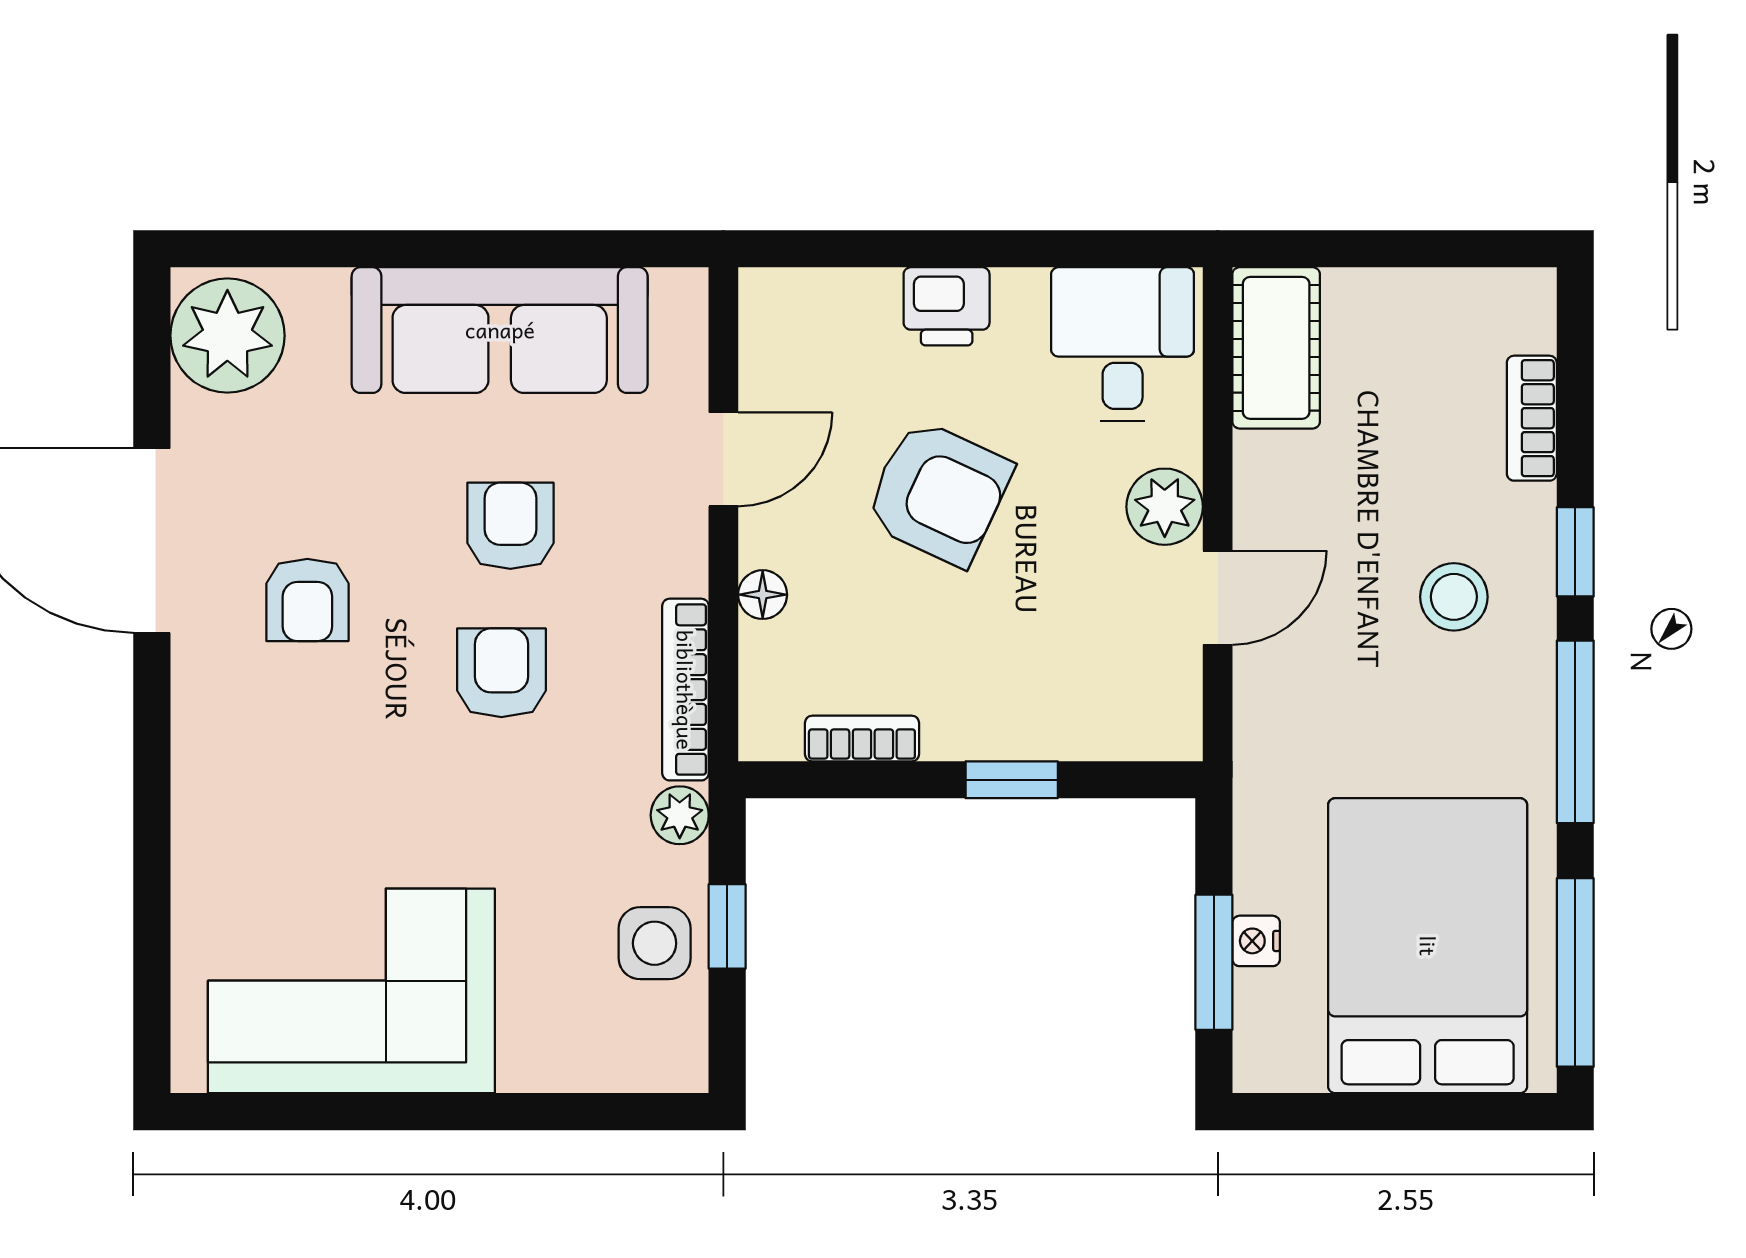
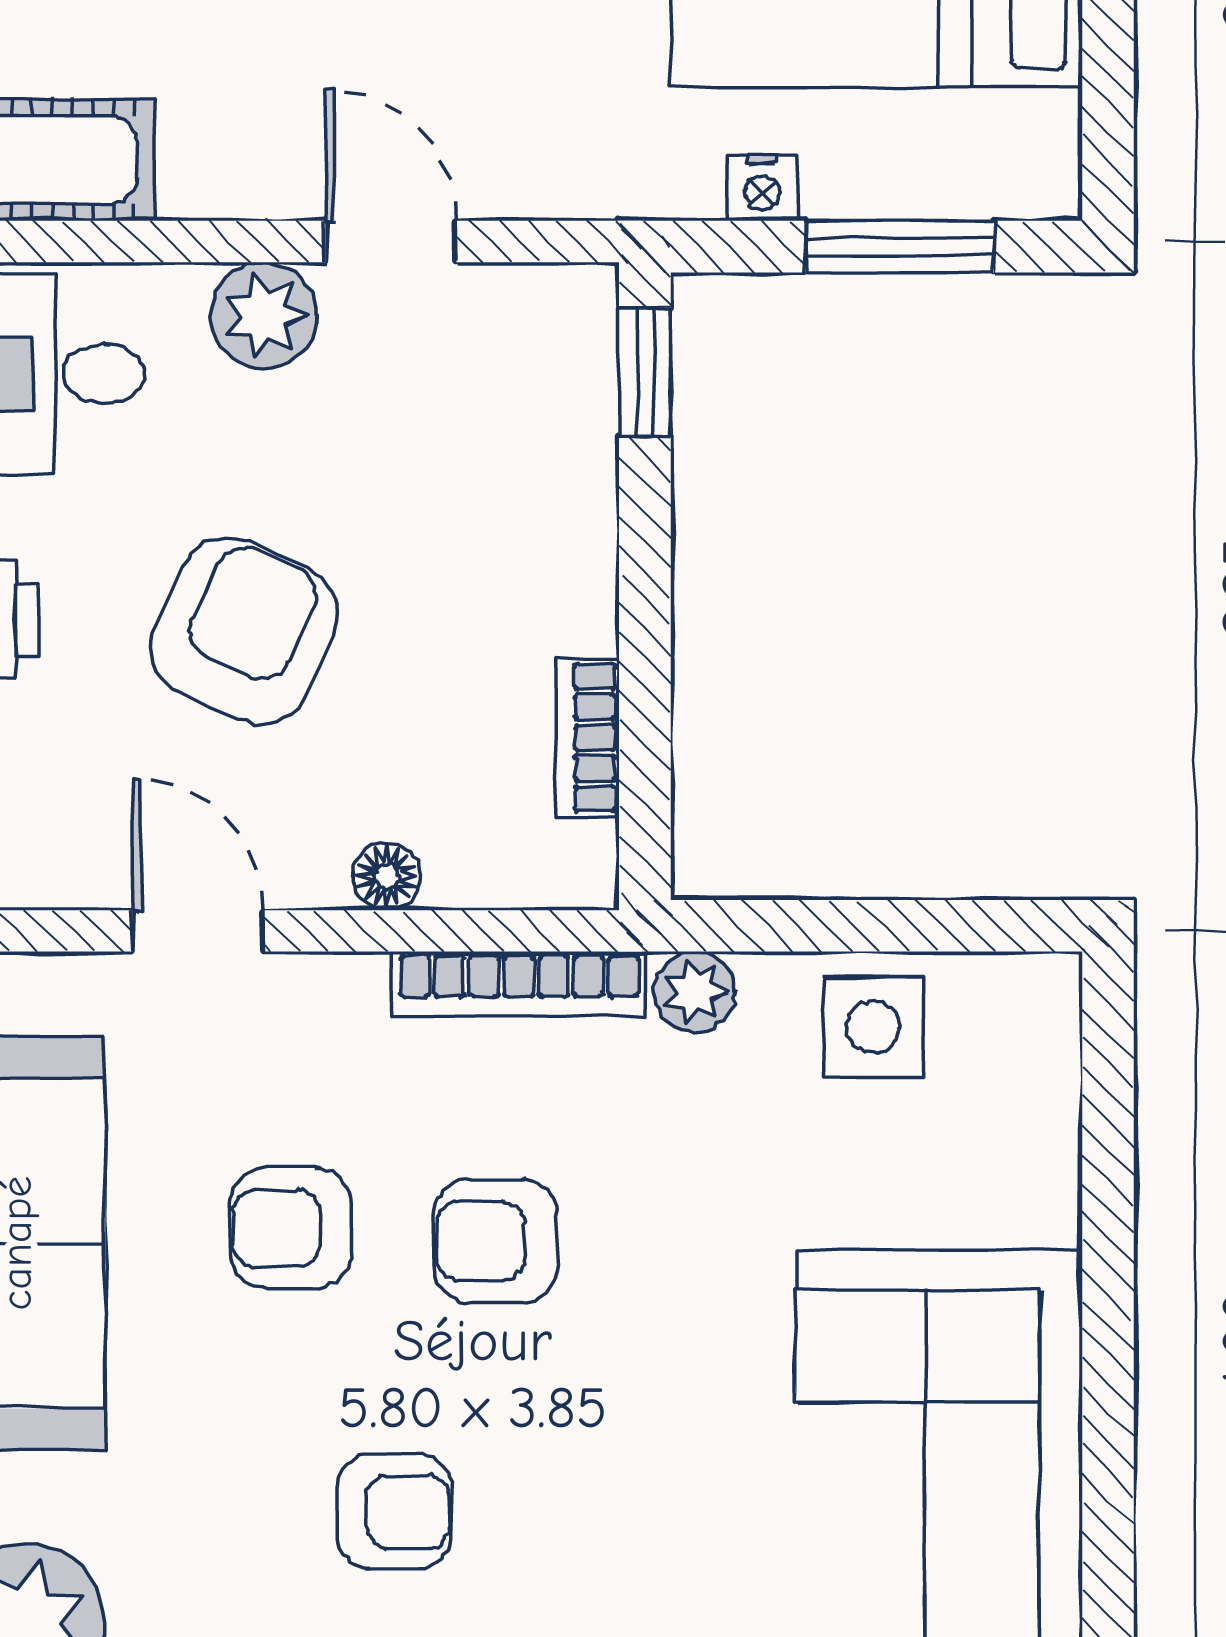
window: (1012, 780) -> (645, 372), moved
window: (727, 926) -> (850, 926), removed
nightstand: (1256, 941) -> (762, 188), moved

